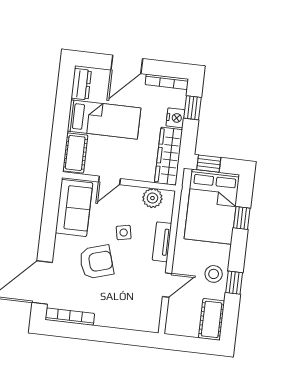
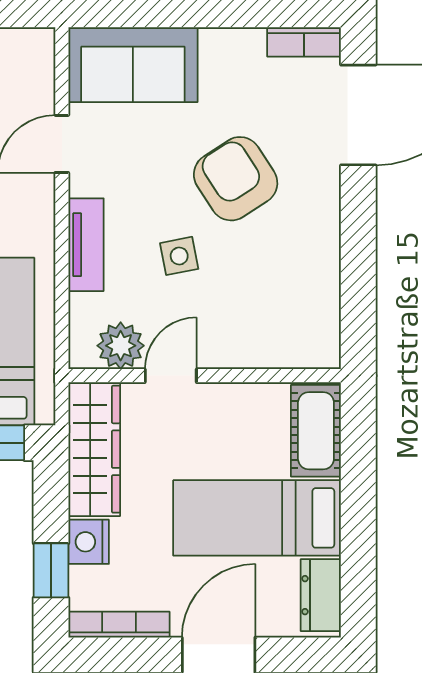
door: (109, 180) -> (171, 376), moved
sofa: (74, 208) -> (133, 65), moved, turned -90
armchair: (96, 262) -> (236, 179), turned 74
bookcase: (70, 317) -> (304, 42), width x0.64

